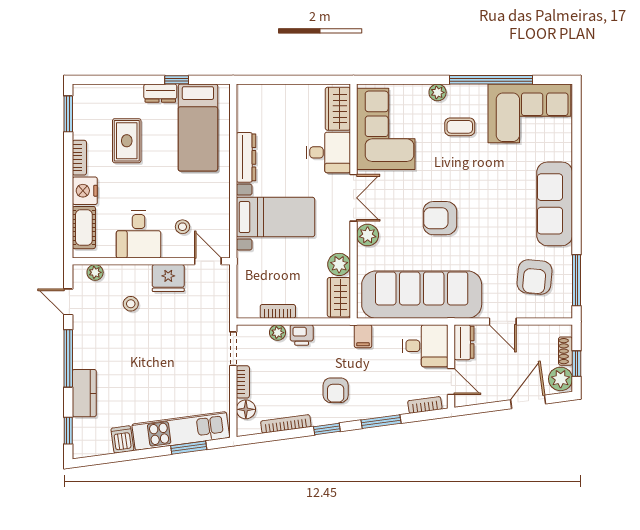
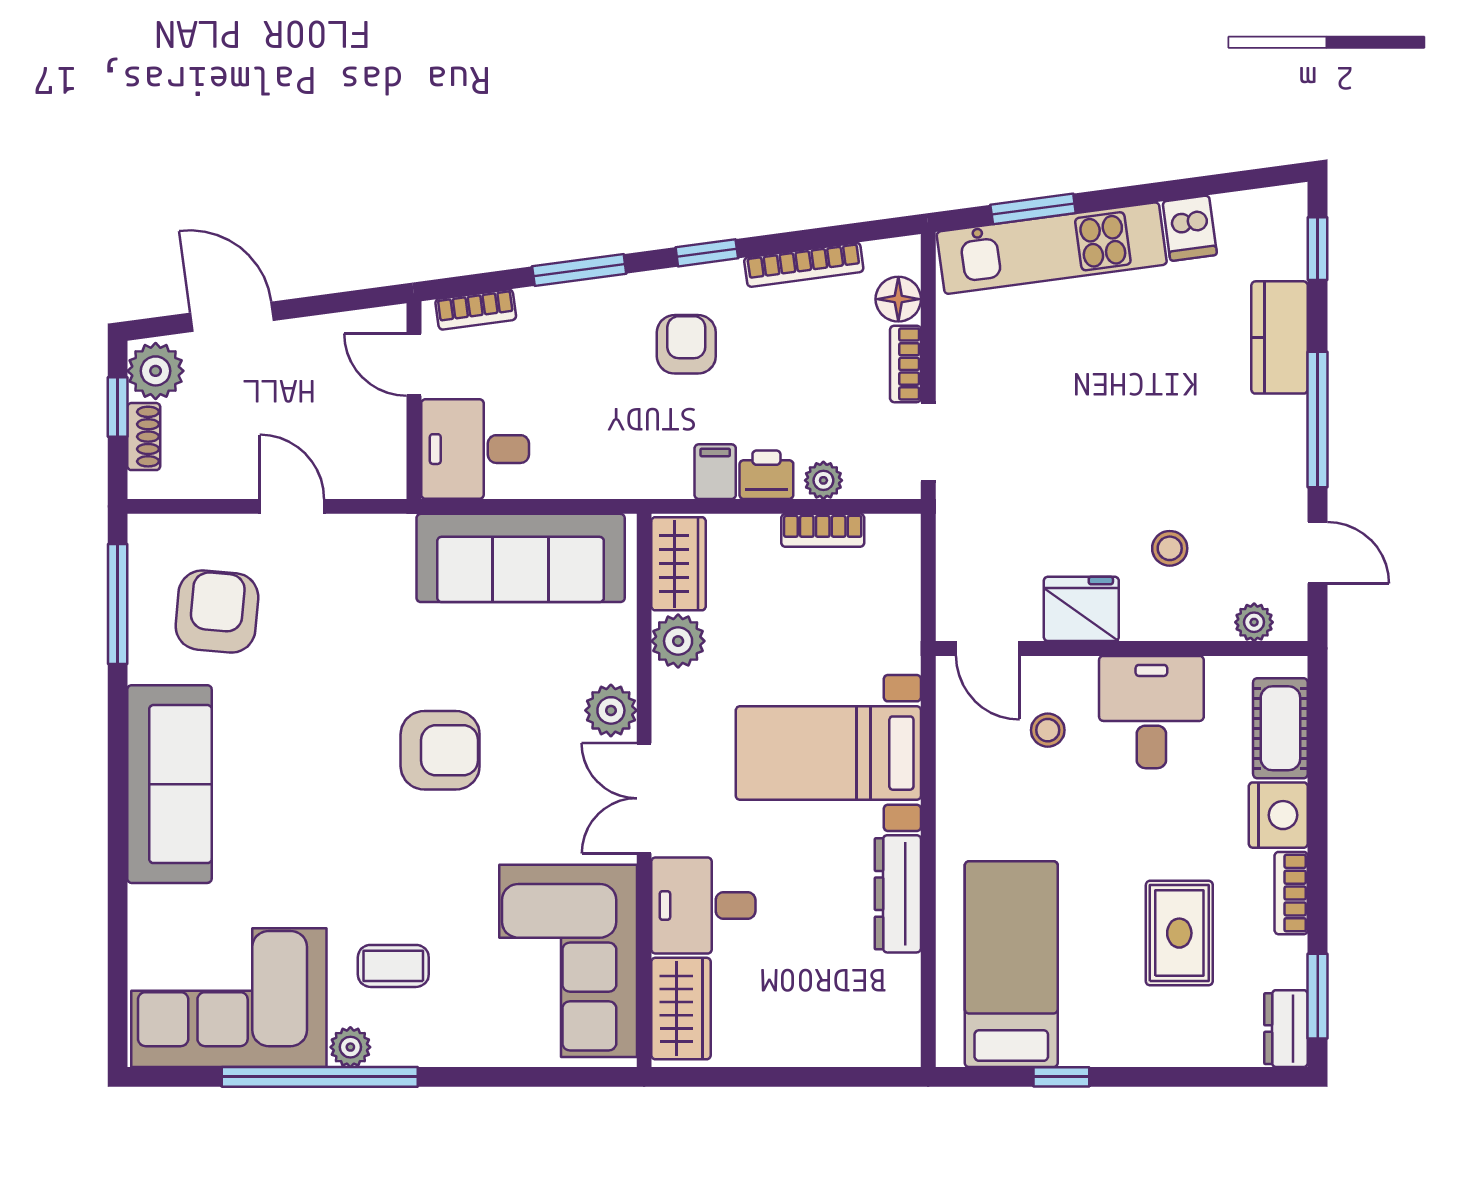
plant: (438, 92) -> (350, 1047), moved
dresser: (160, 93) -> (1286, 1029), moved, turned -90
sofa: (422, 295) -> (521, 558), width x0.74, depth x0.79
filing cabinet: (363, 336) -> (715, 472), moved
dresser: (464, 342) -> (383, 458), removed
door: (528, 402) -> (232, 317), swing flipped

